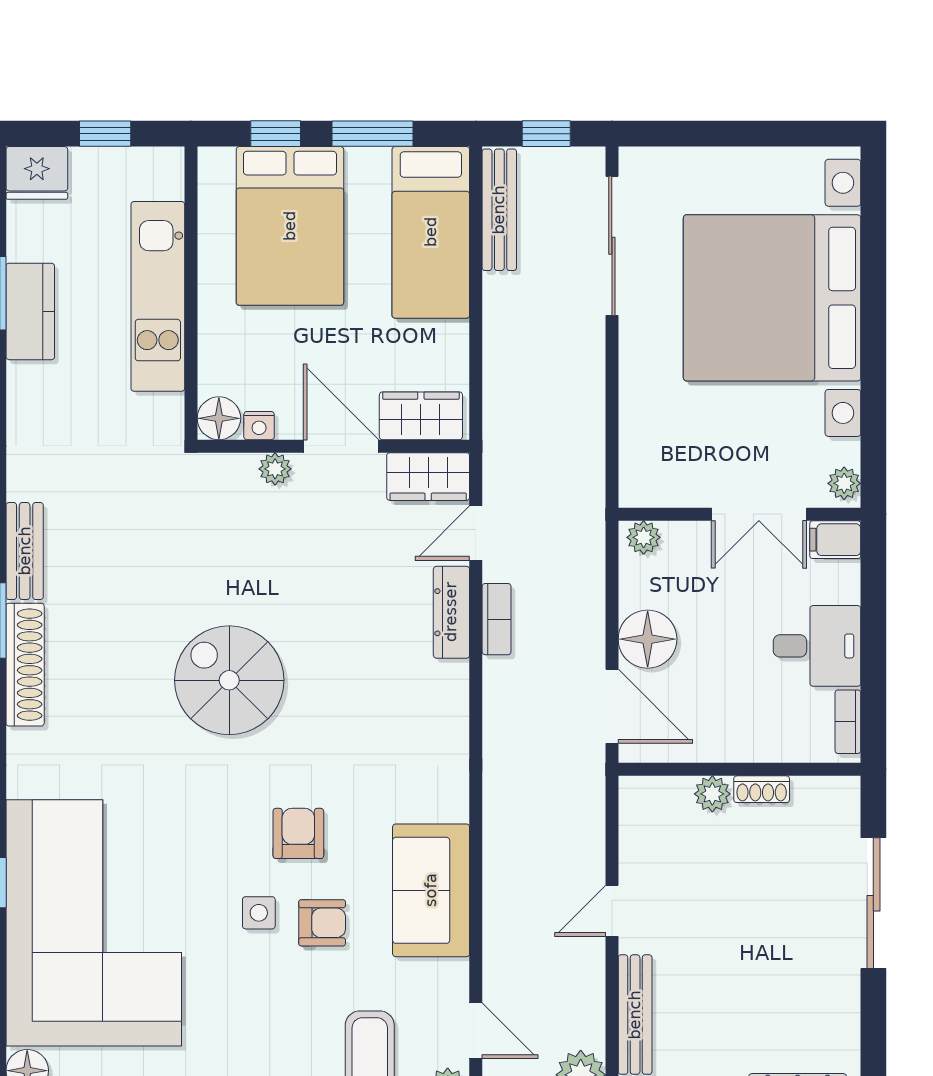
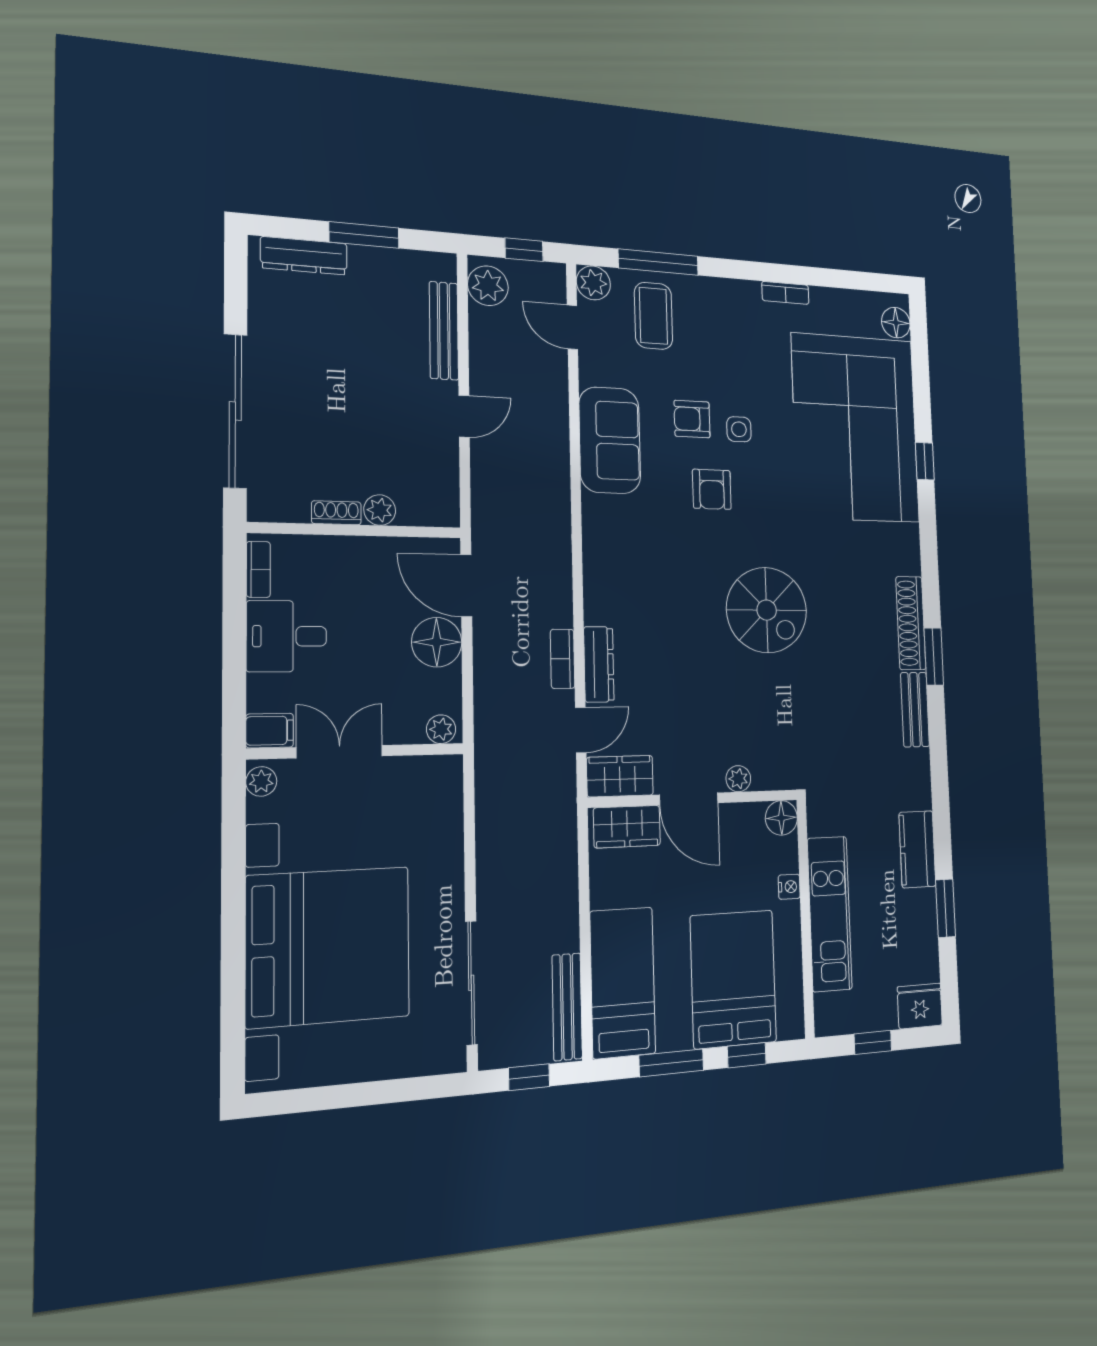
kitchen counter: (30, 311) -> (917, 849), moved
nightstand: (259, 426) -> (789, 887), moved, turned 90
sliding door: (873, 903) -> (235, 411), width x1.36

